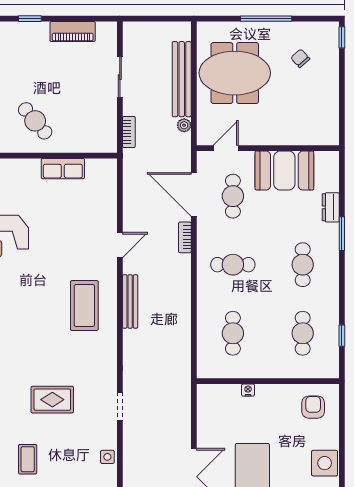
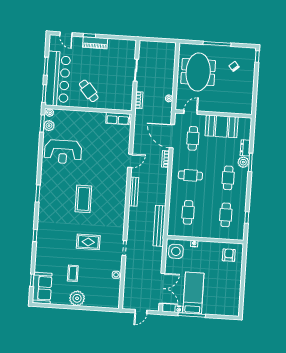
piano: (73, 32) -> (95, 43), moved
meeting table: (235, 73) -> (198, 72), turned 90
bench: (182, 79) -> (159, 226), moved
row of seats: (63, 169) -> (118, 119), moved
plant: (329, 234) -> (243, 162), added
coffee table: (84, 305) -> (83, 199), moved
side table: (325, 463) -> (176, 251), moved

